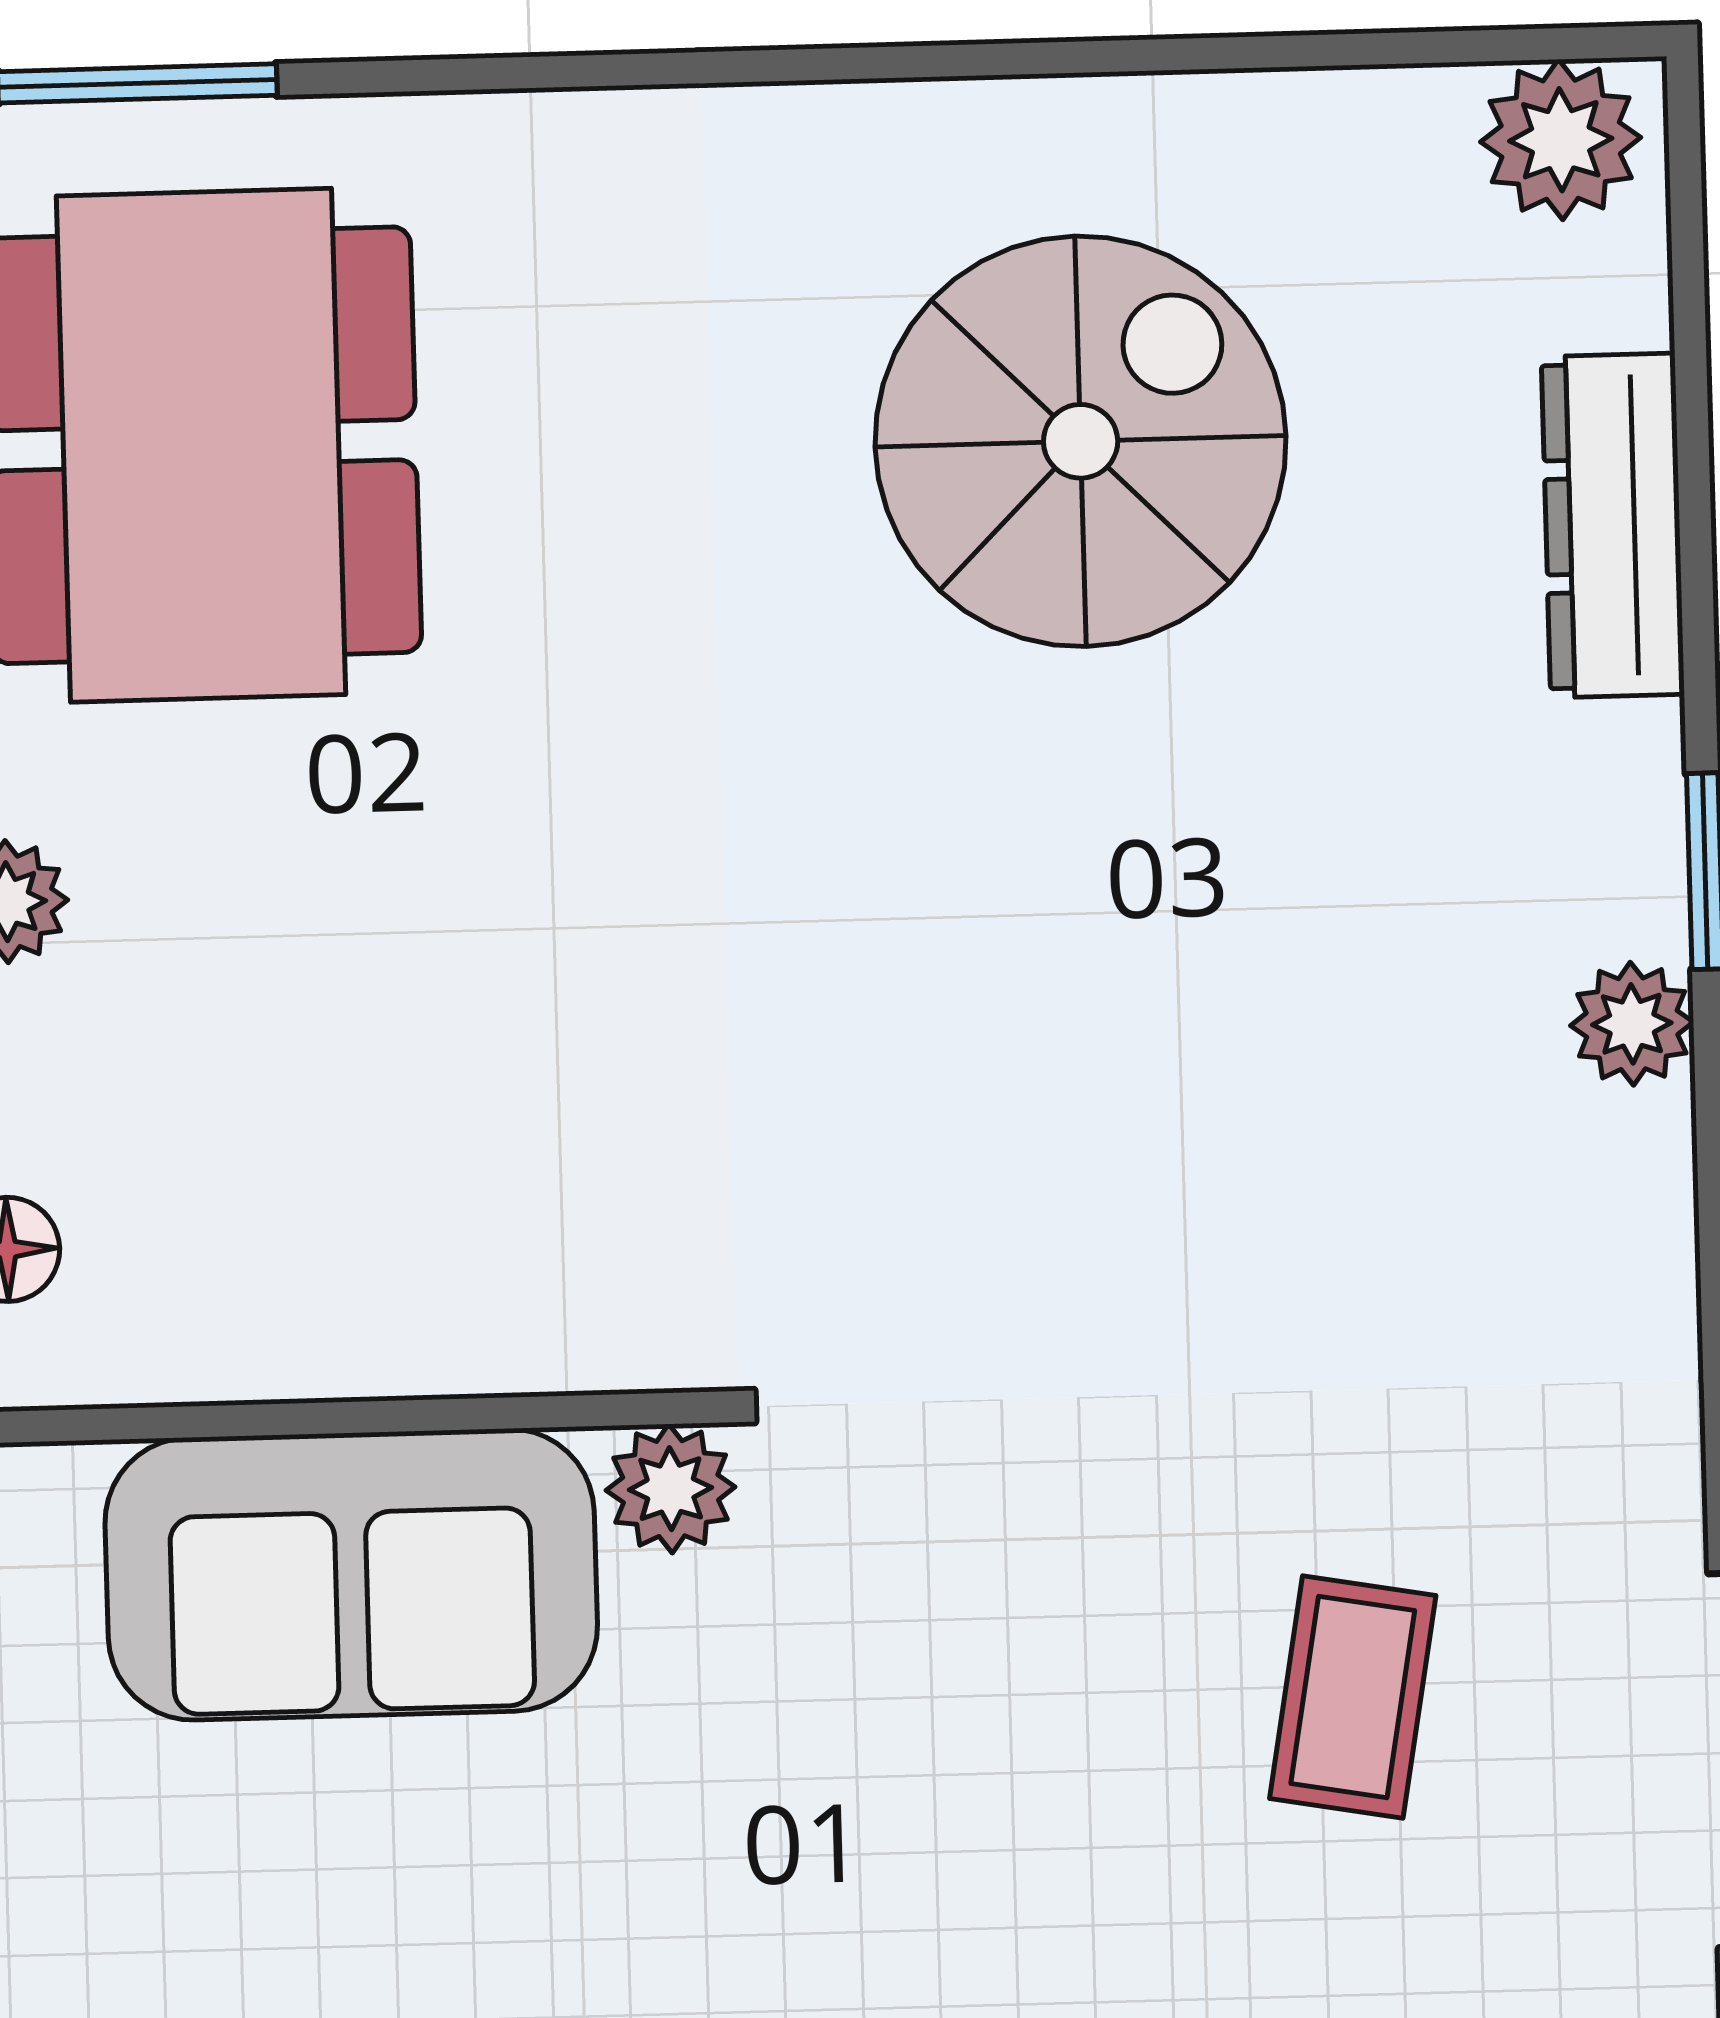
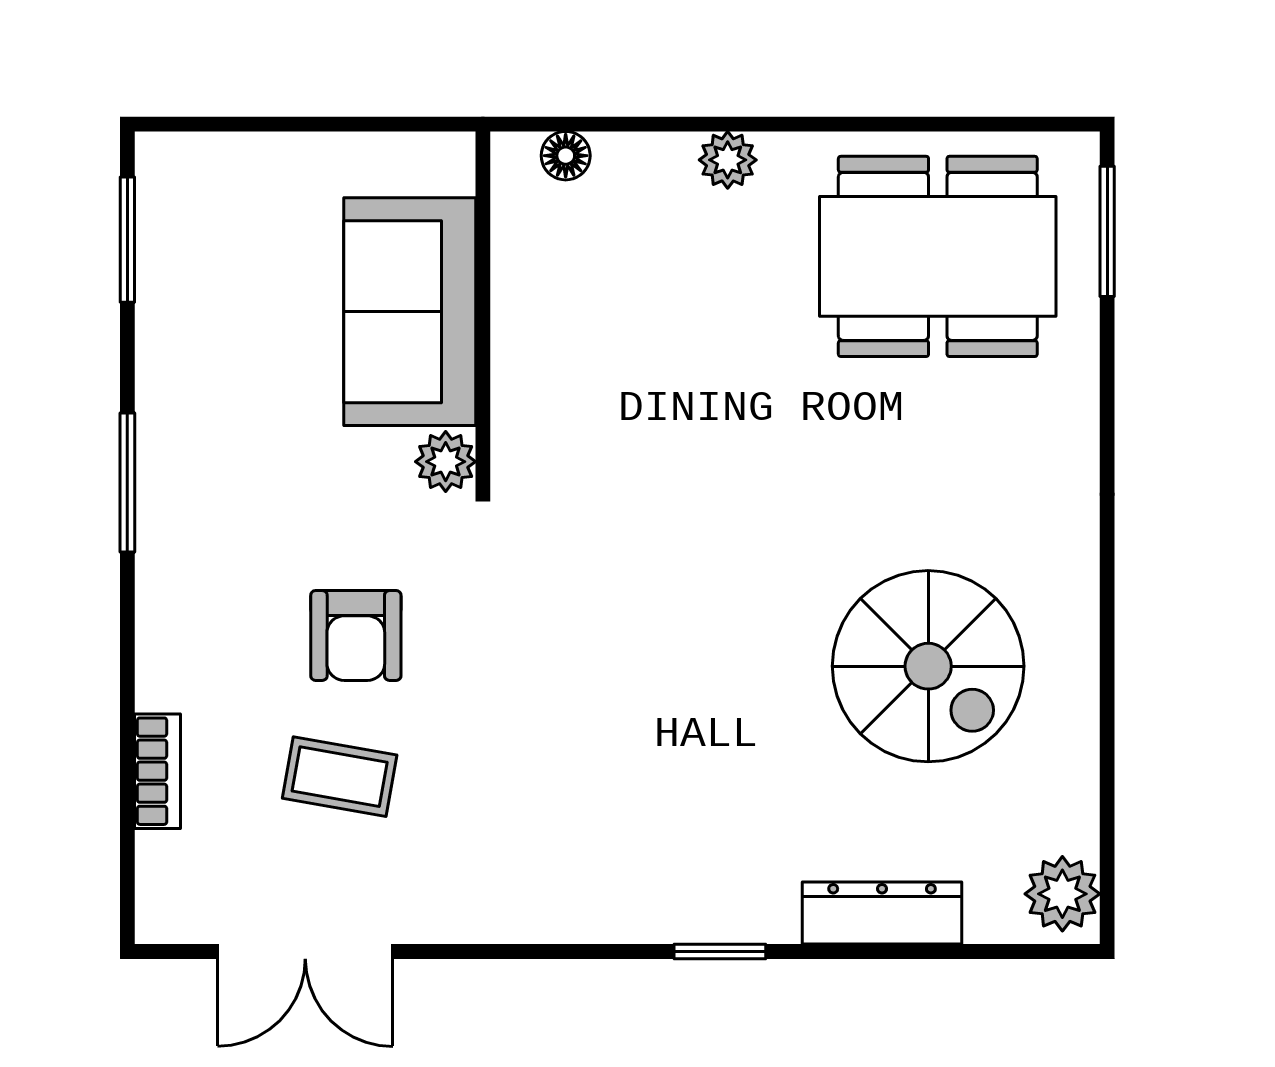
plant: (1632, 1024) -> (650, 915), removed
armchair: (1049, 1671) -> (356, 635), added

